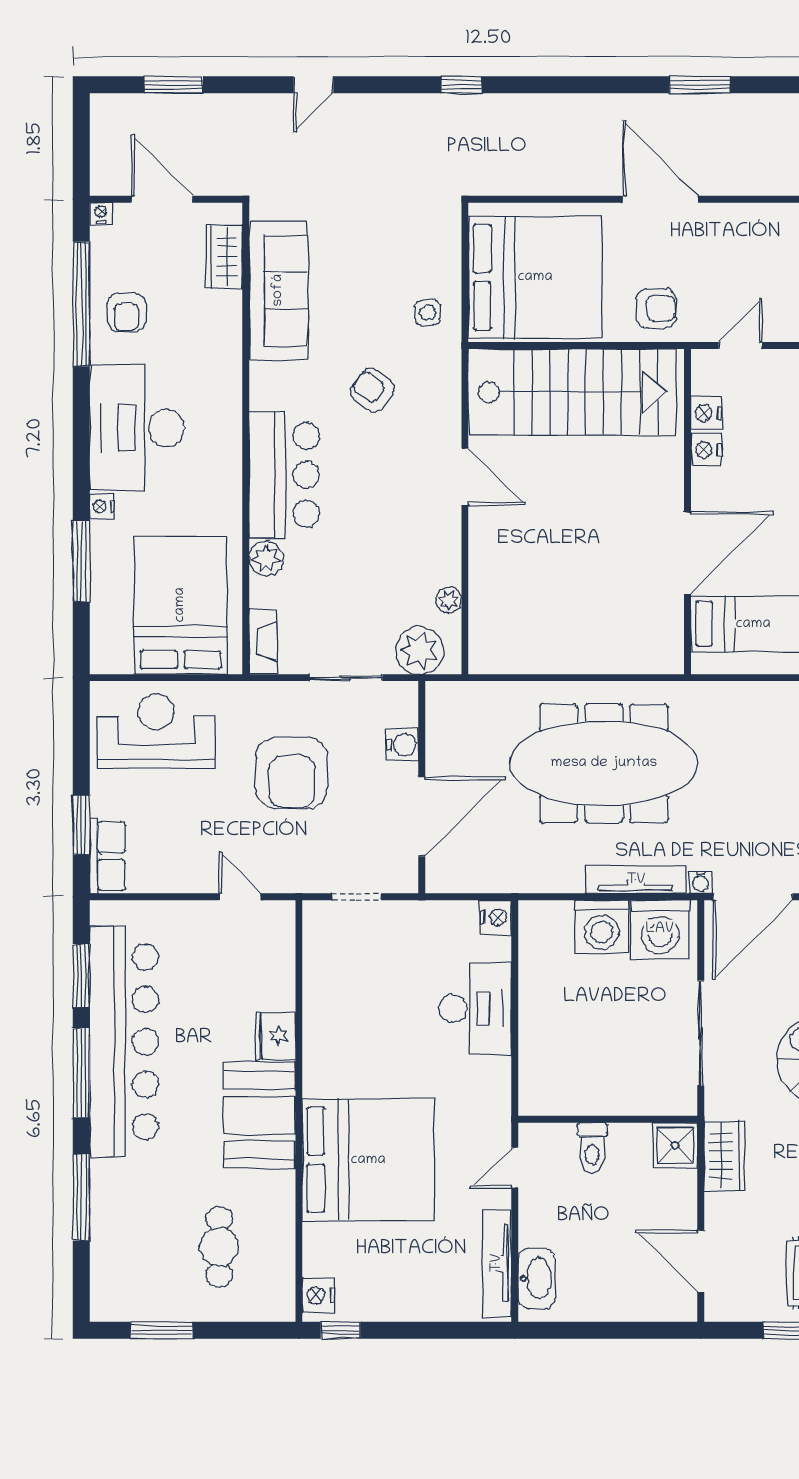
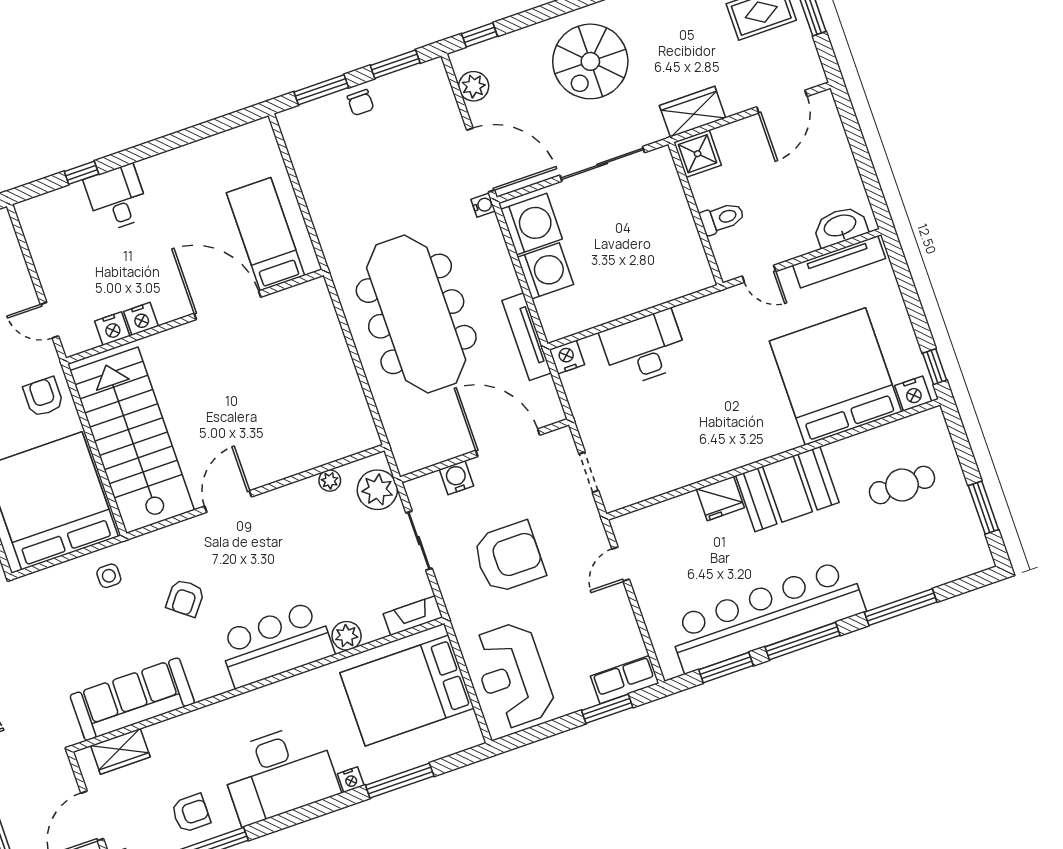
tv unit: (636, 880) -> (527, 337), moved
bed: (368, 1160) -> (835, 376), moved

